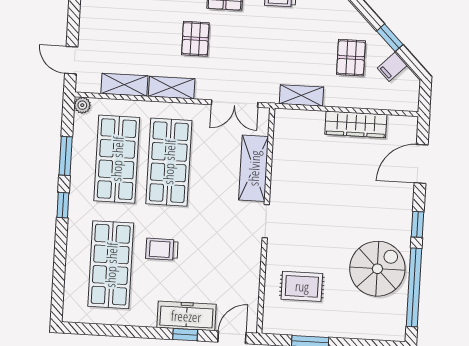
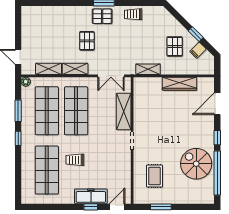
spiral stairs: (377, 269) -> (196, 164), turned -90
rug: (302, 286) -> (154, 176), turned 90

